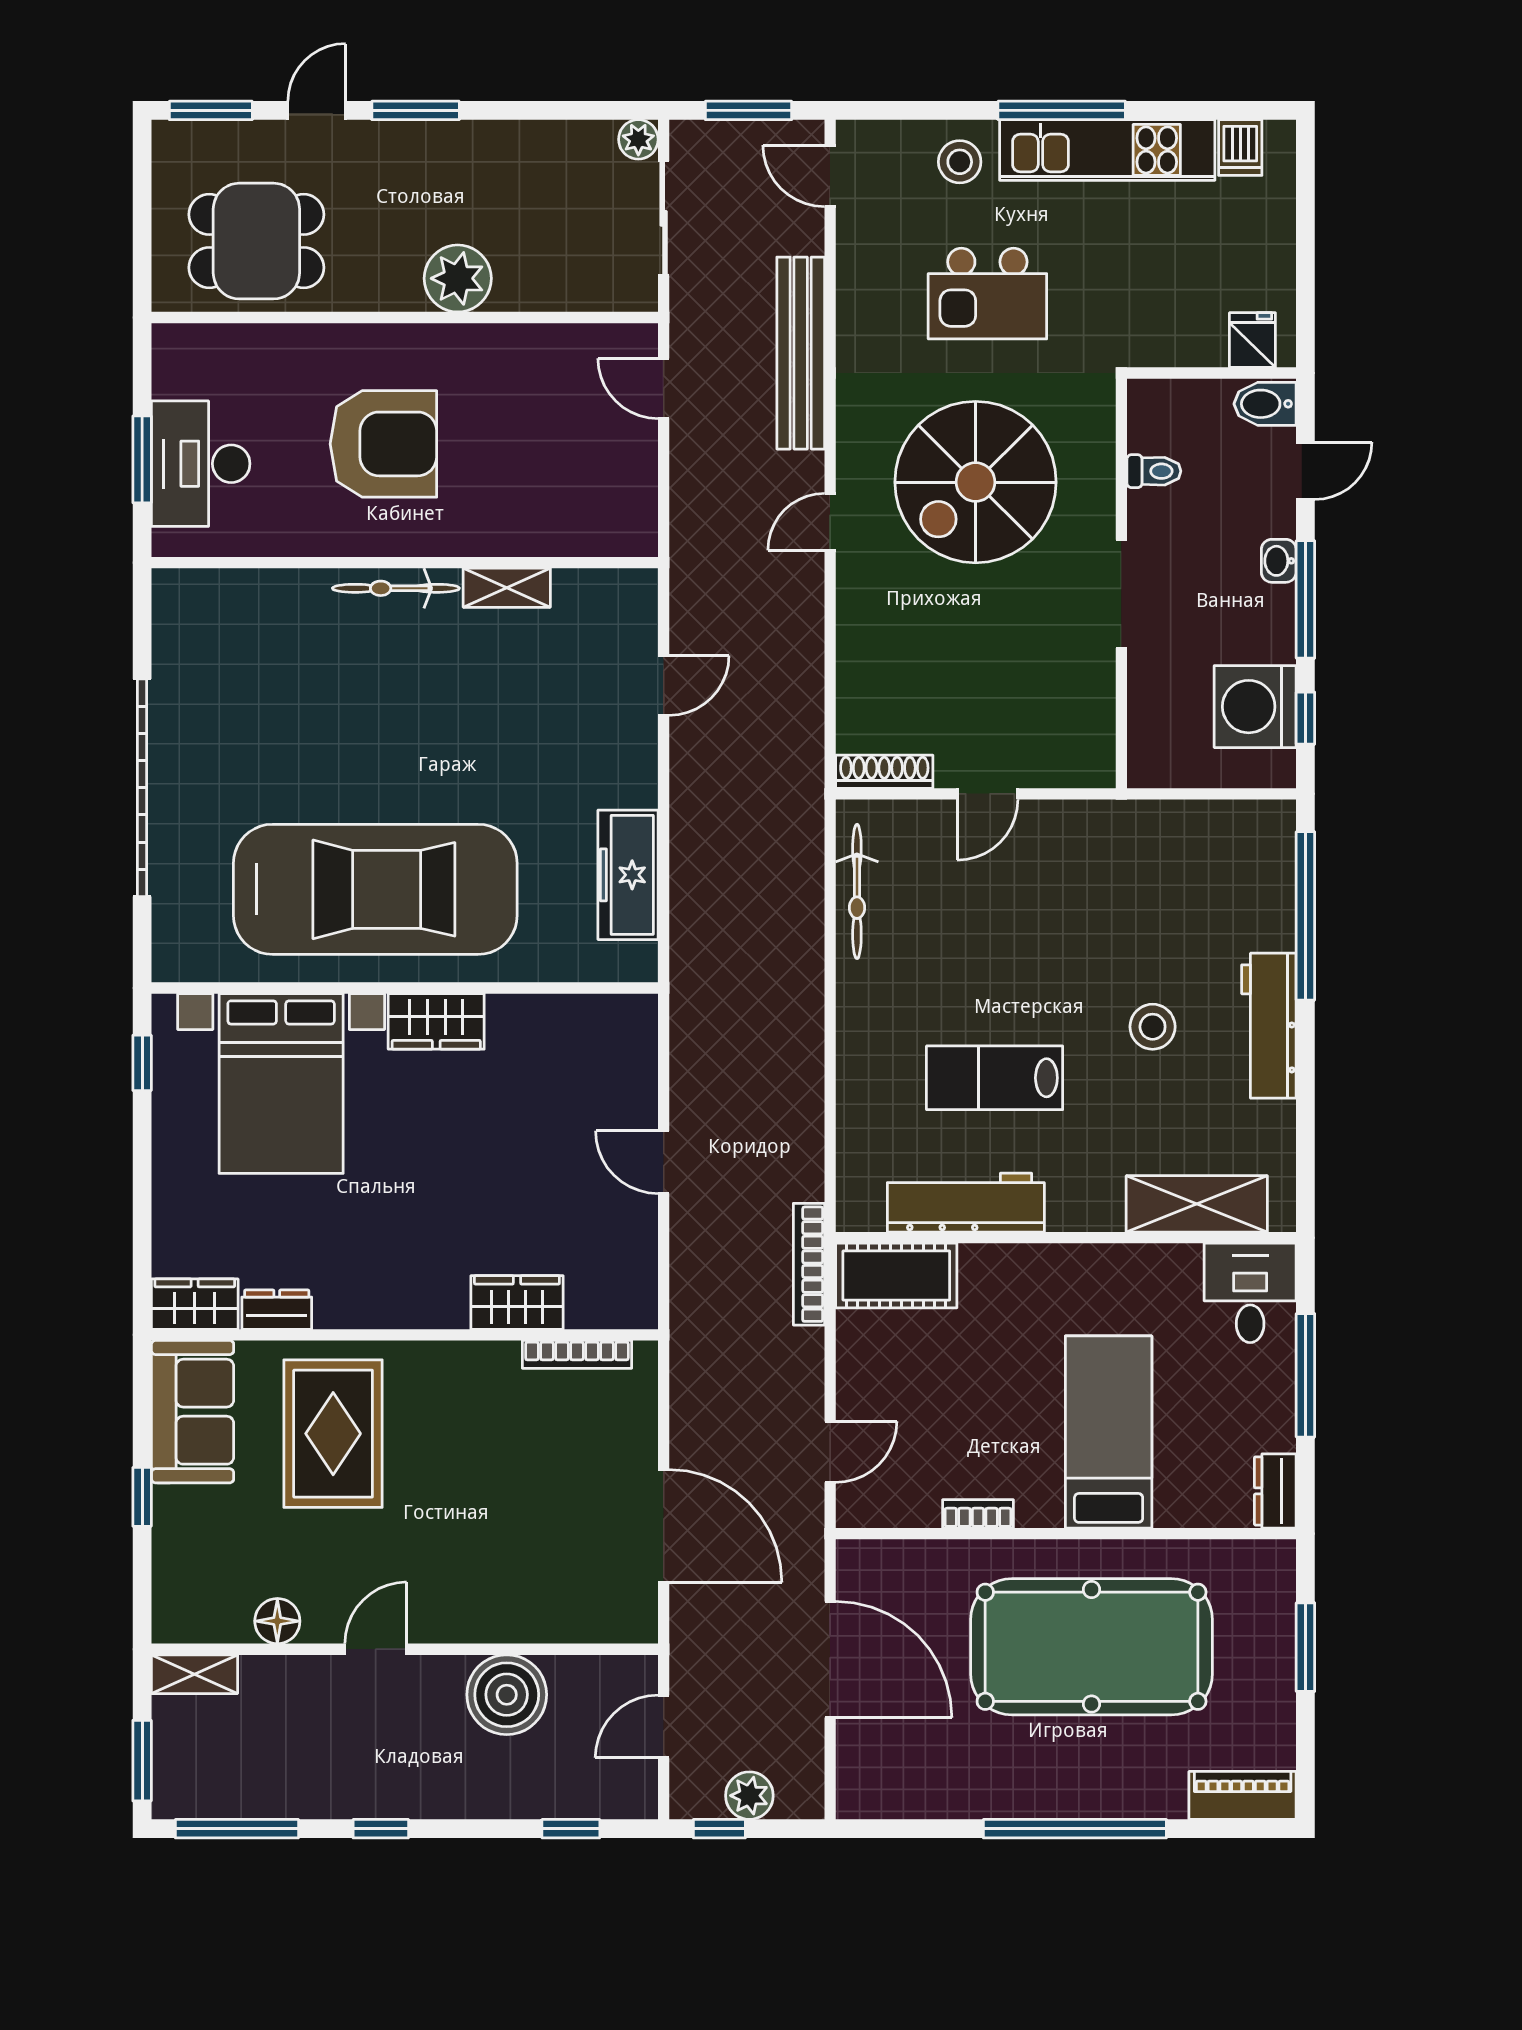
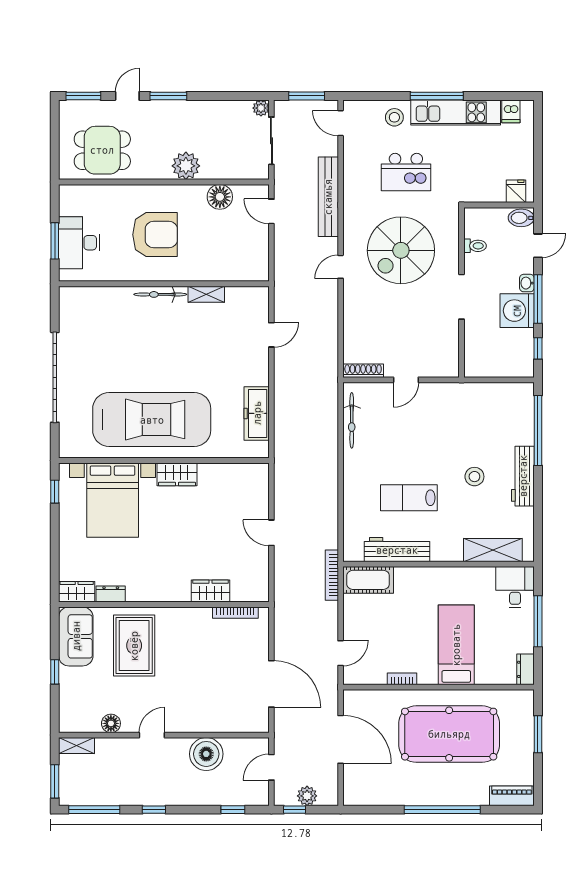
floor lamp: (539, 353) -> (220, 197), added
washing machine: (1255, 707) -> (517, 311), moved

